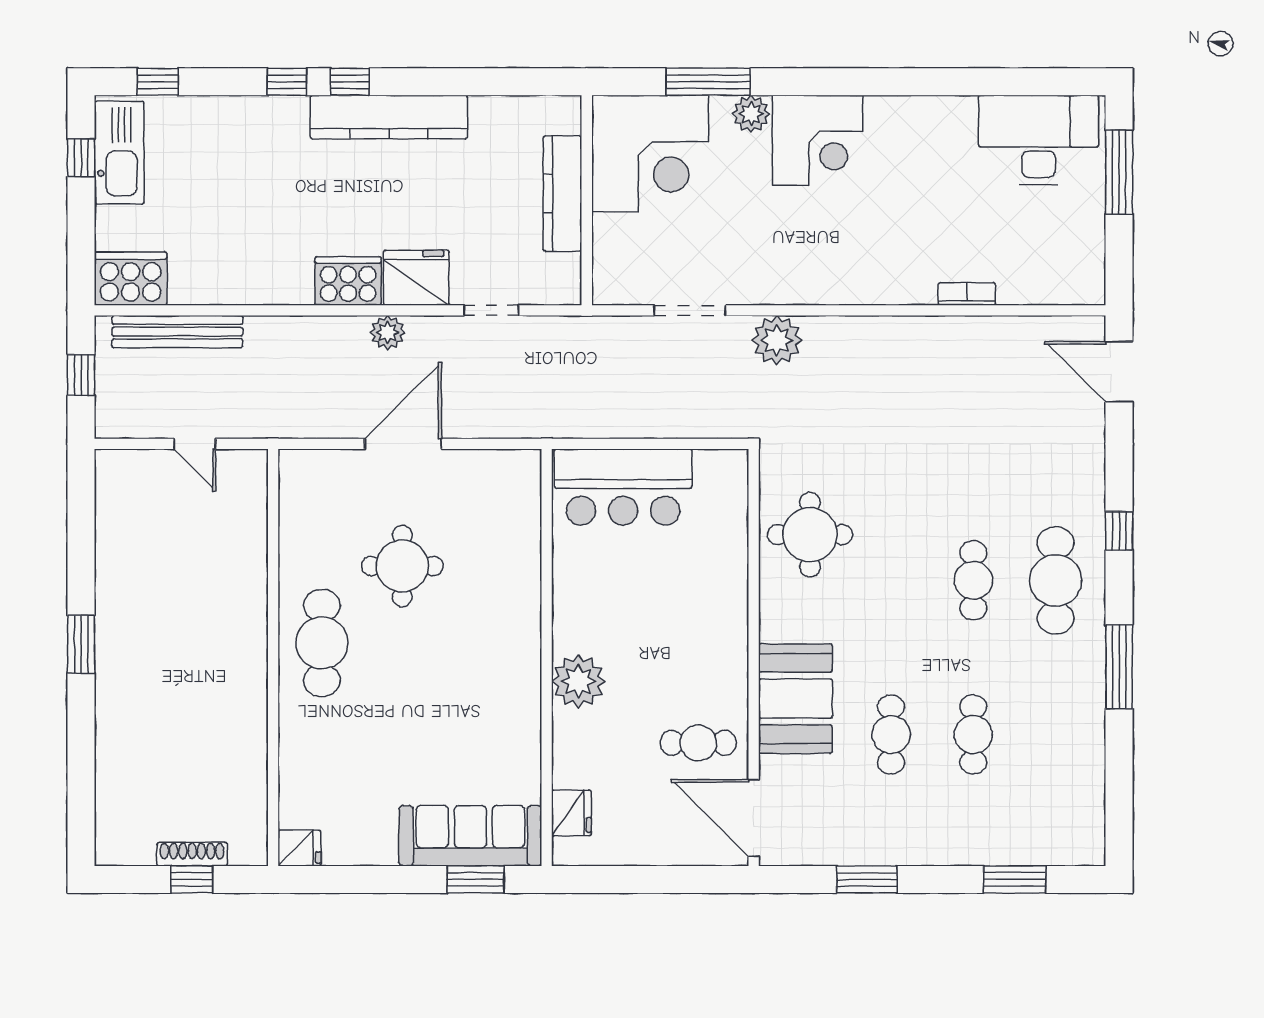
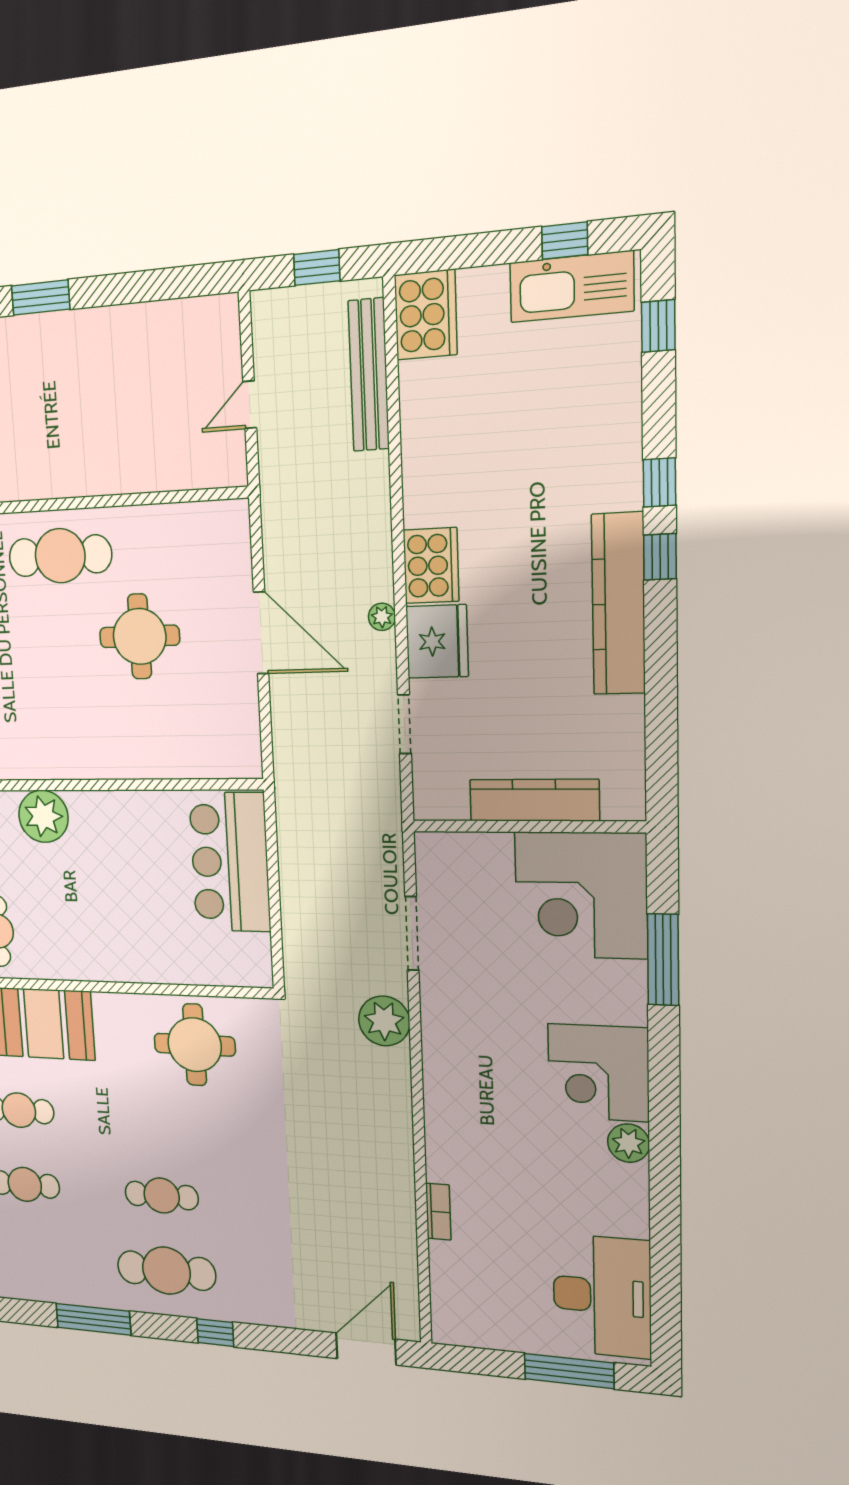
plant: (751, 114) -> (629, 1143), moved
plant: (388, 333) -> (382, 617), width x0.73, depth x0.73

